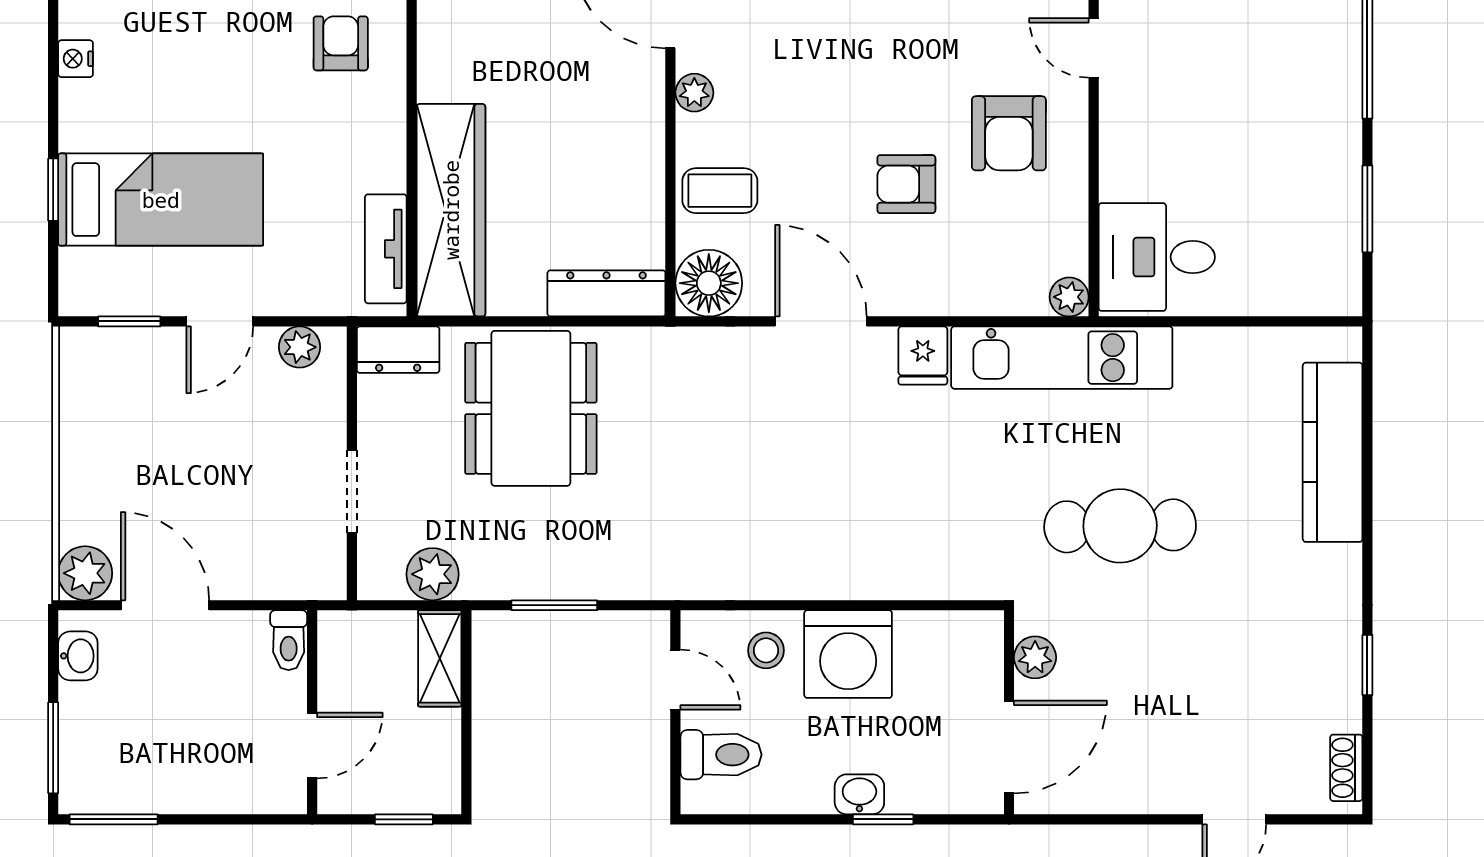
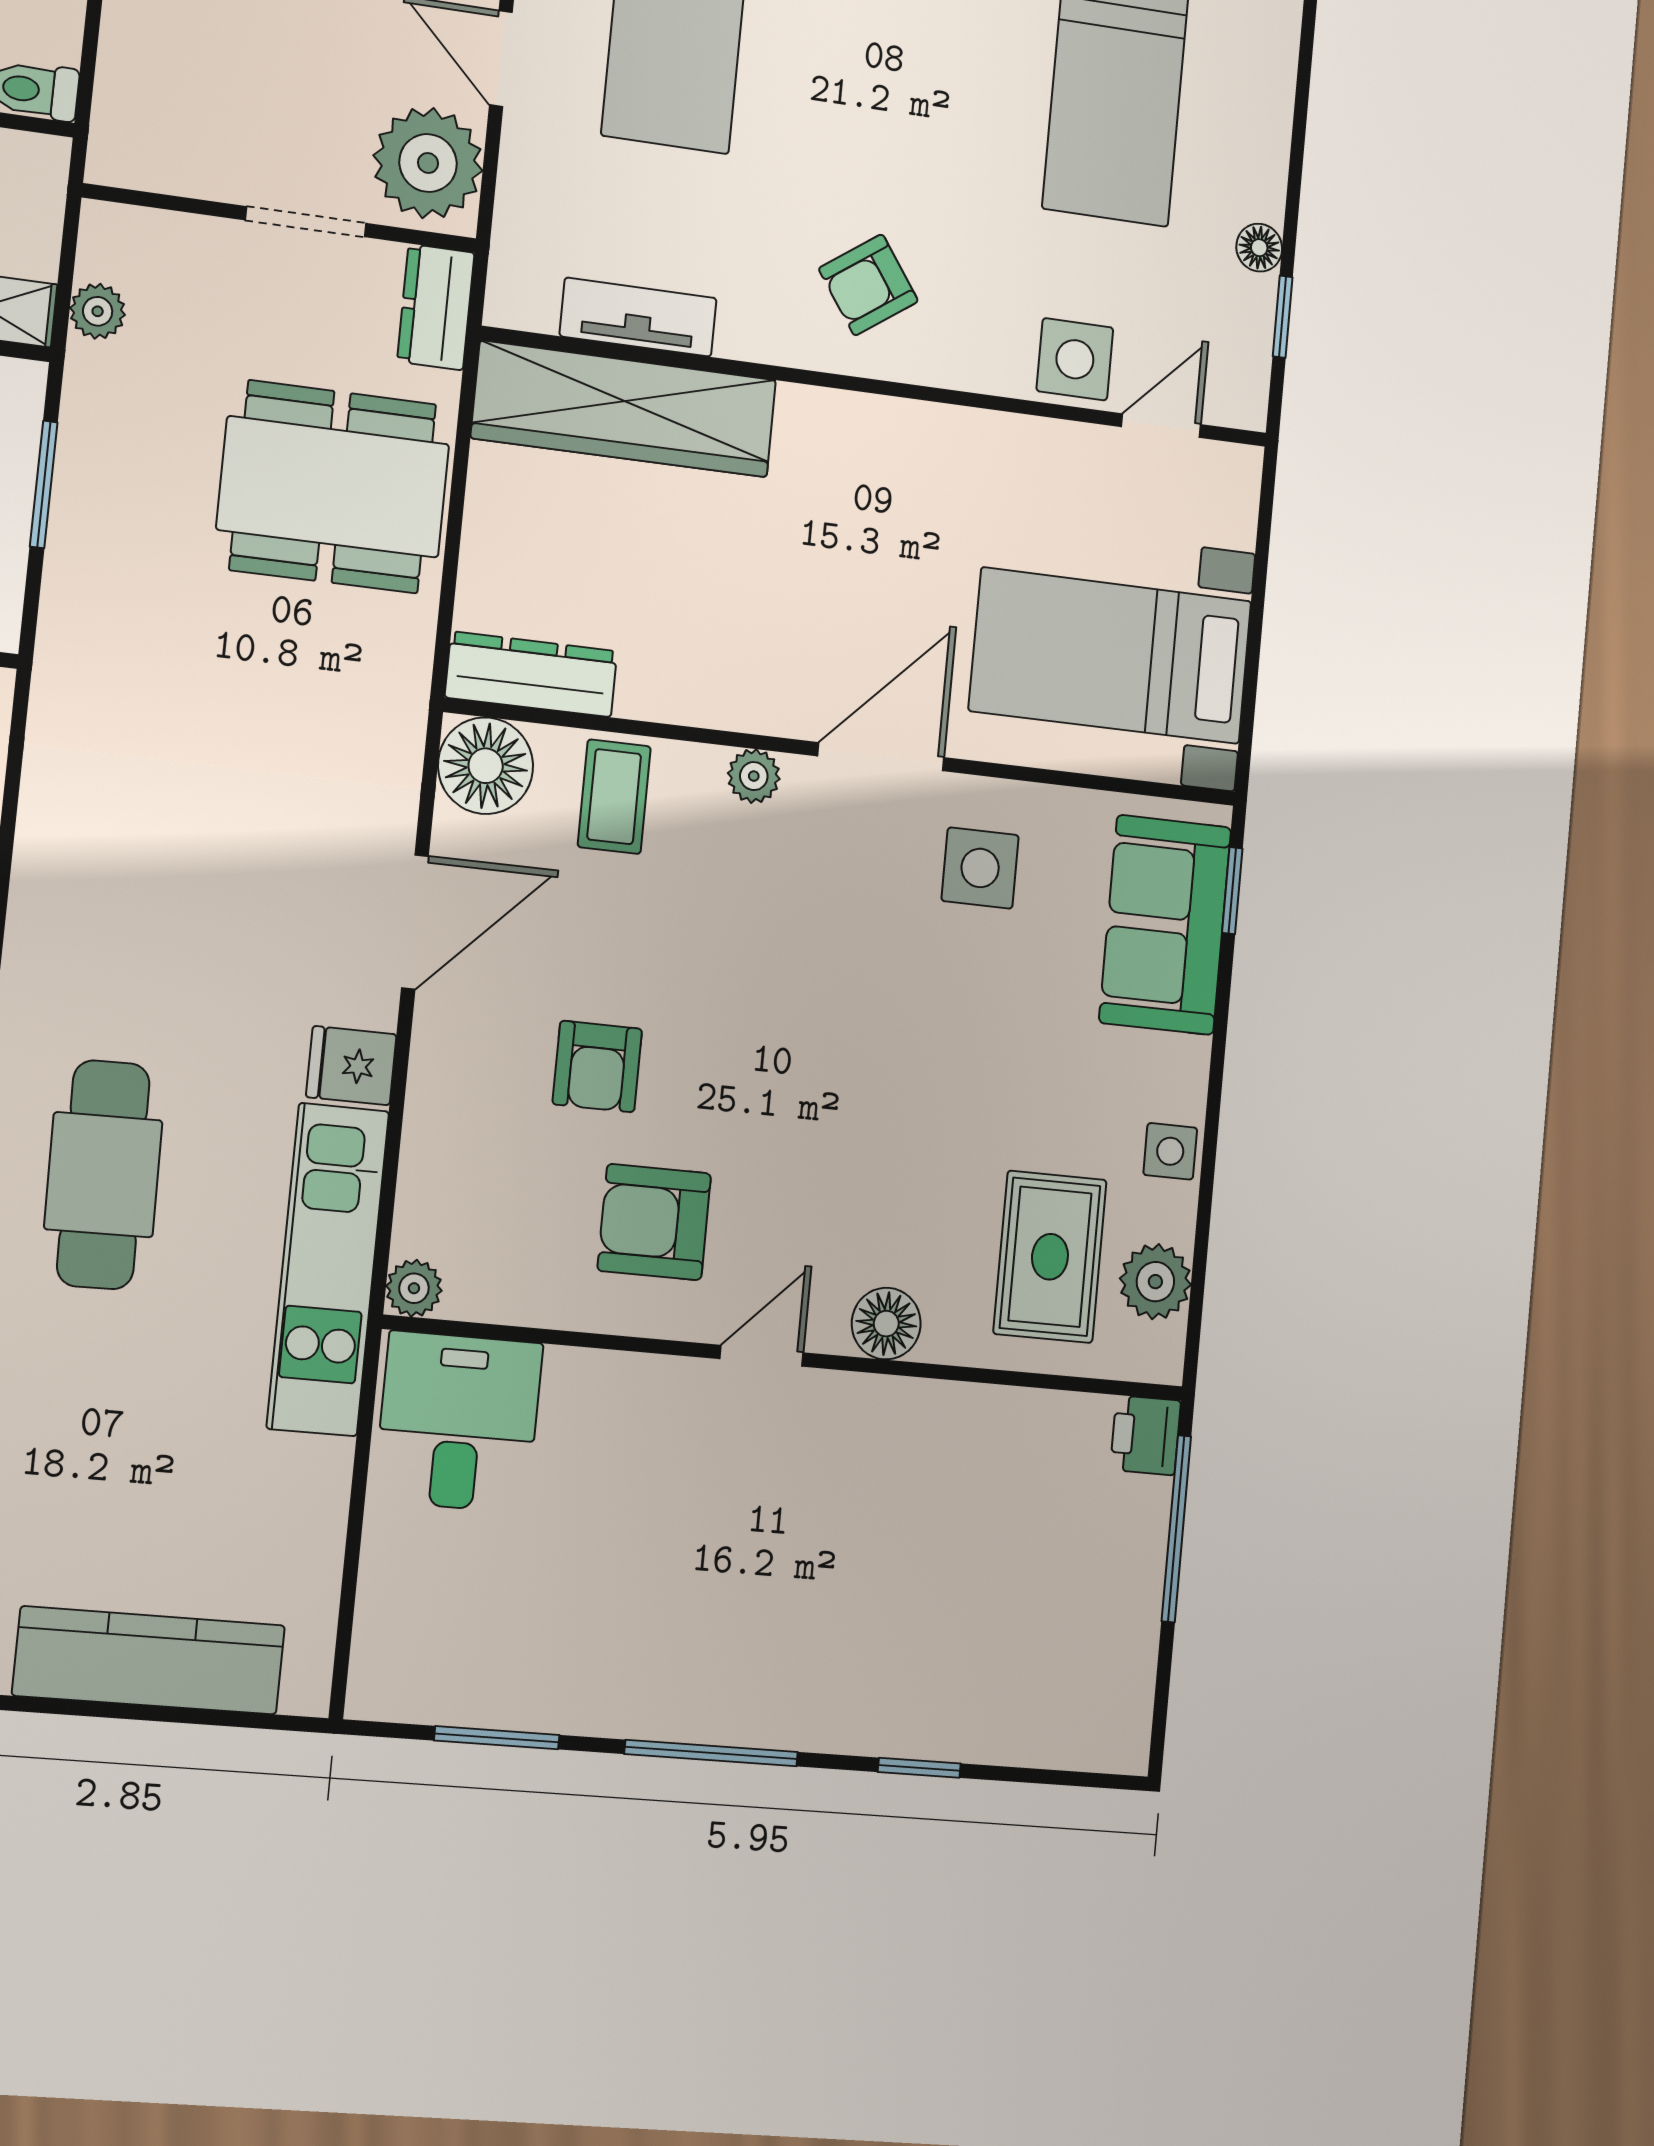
armchair: (341, 43) -> (868, 285), turned 145
armchair: (906, 184) -> (597, 1067), turned 180
tv unit: (386, 249) -> (638, 317), moved
dresser: (606, 293) -> (531, 674), moved, turned -90
plant: (300, 347) -> (428, 163), width x1.88, depth x1.88
doorway: (352, 491) -> (306, 222), moved
cafe table: (1120, 526) -> (103, 1175), moved
plant: (433, 574) -> (98, 311), width x0.73, depth x0.73

